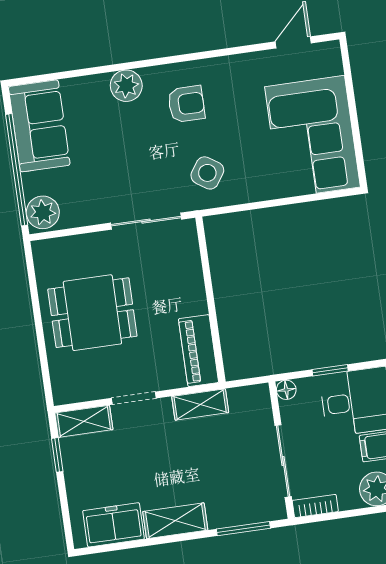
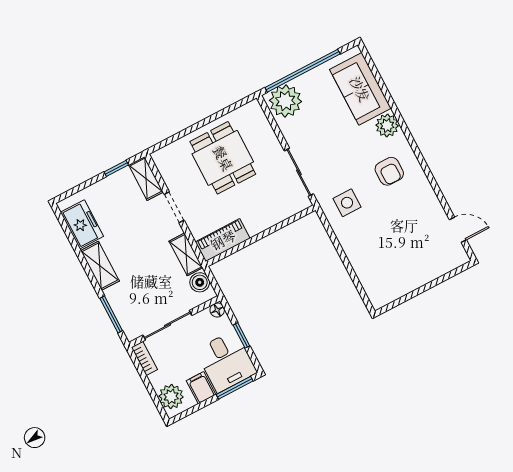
sofa: (39, 126) -> (360, 89), moved, turned 90
corner sofa: (312, 137) -> (398, 266), removed
side table: (207, 173) -> (347, 203), turned -34
plant: (43, 212) -> (285, 101), width x1.36, depth x1.36
boiler: (243, 400) -> (200, 282), added

